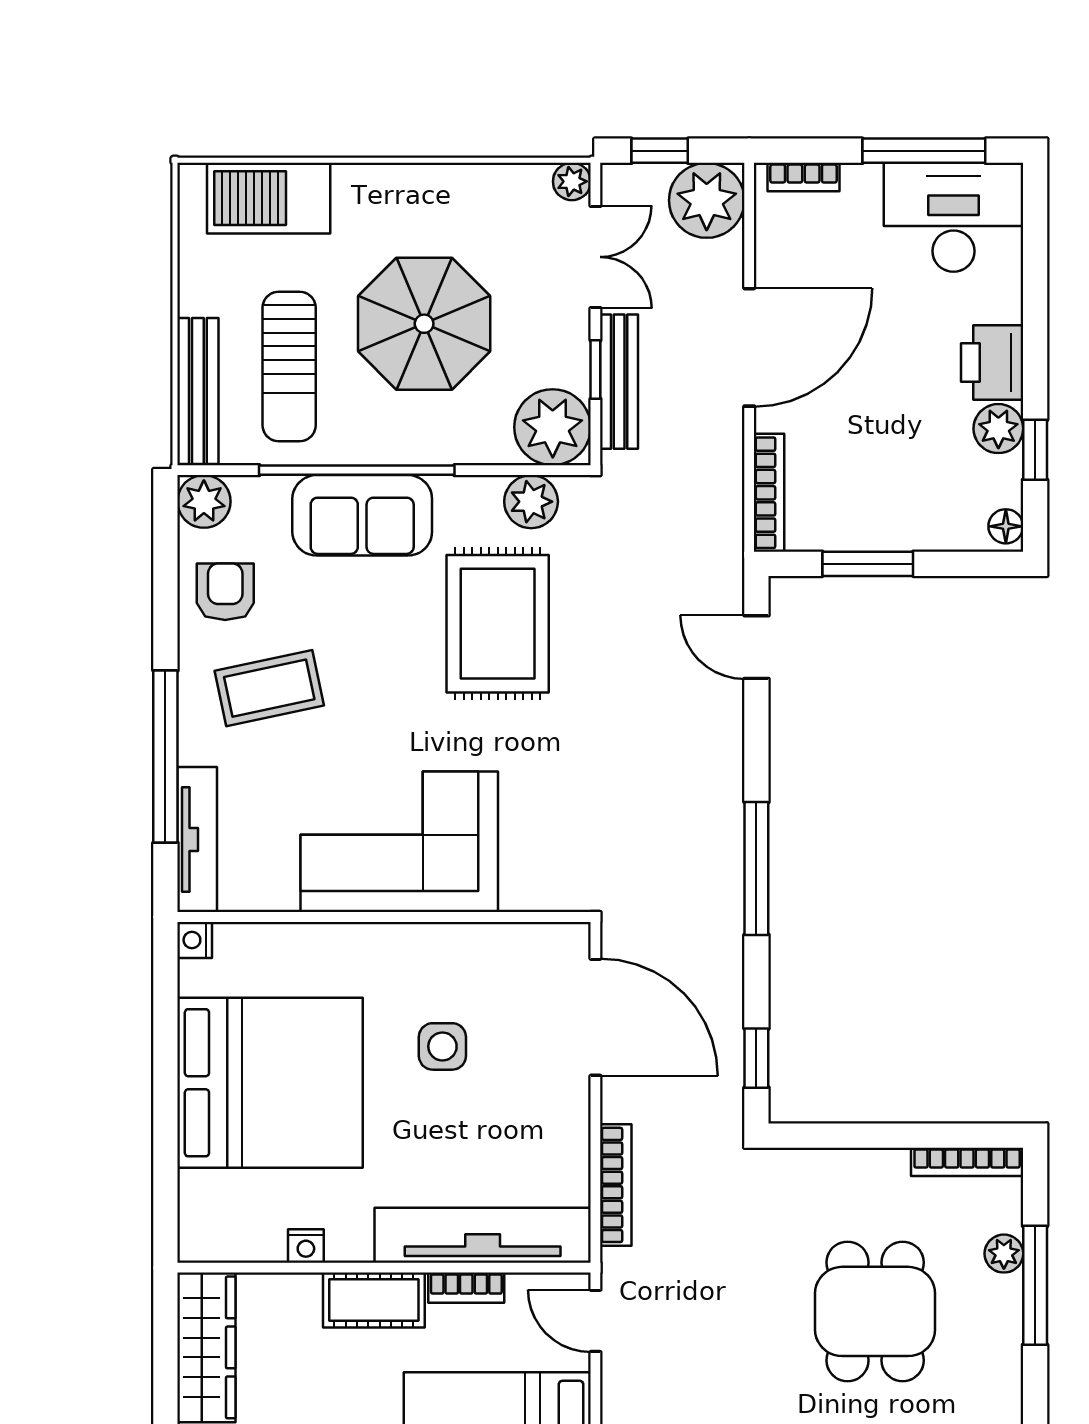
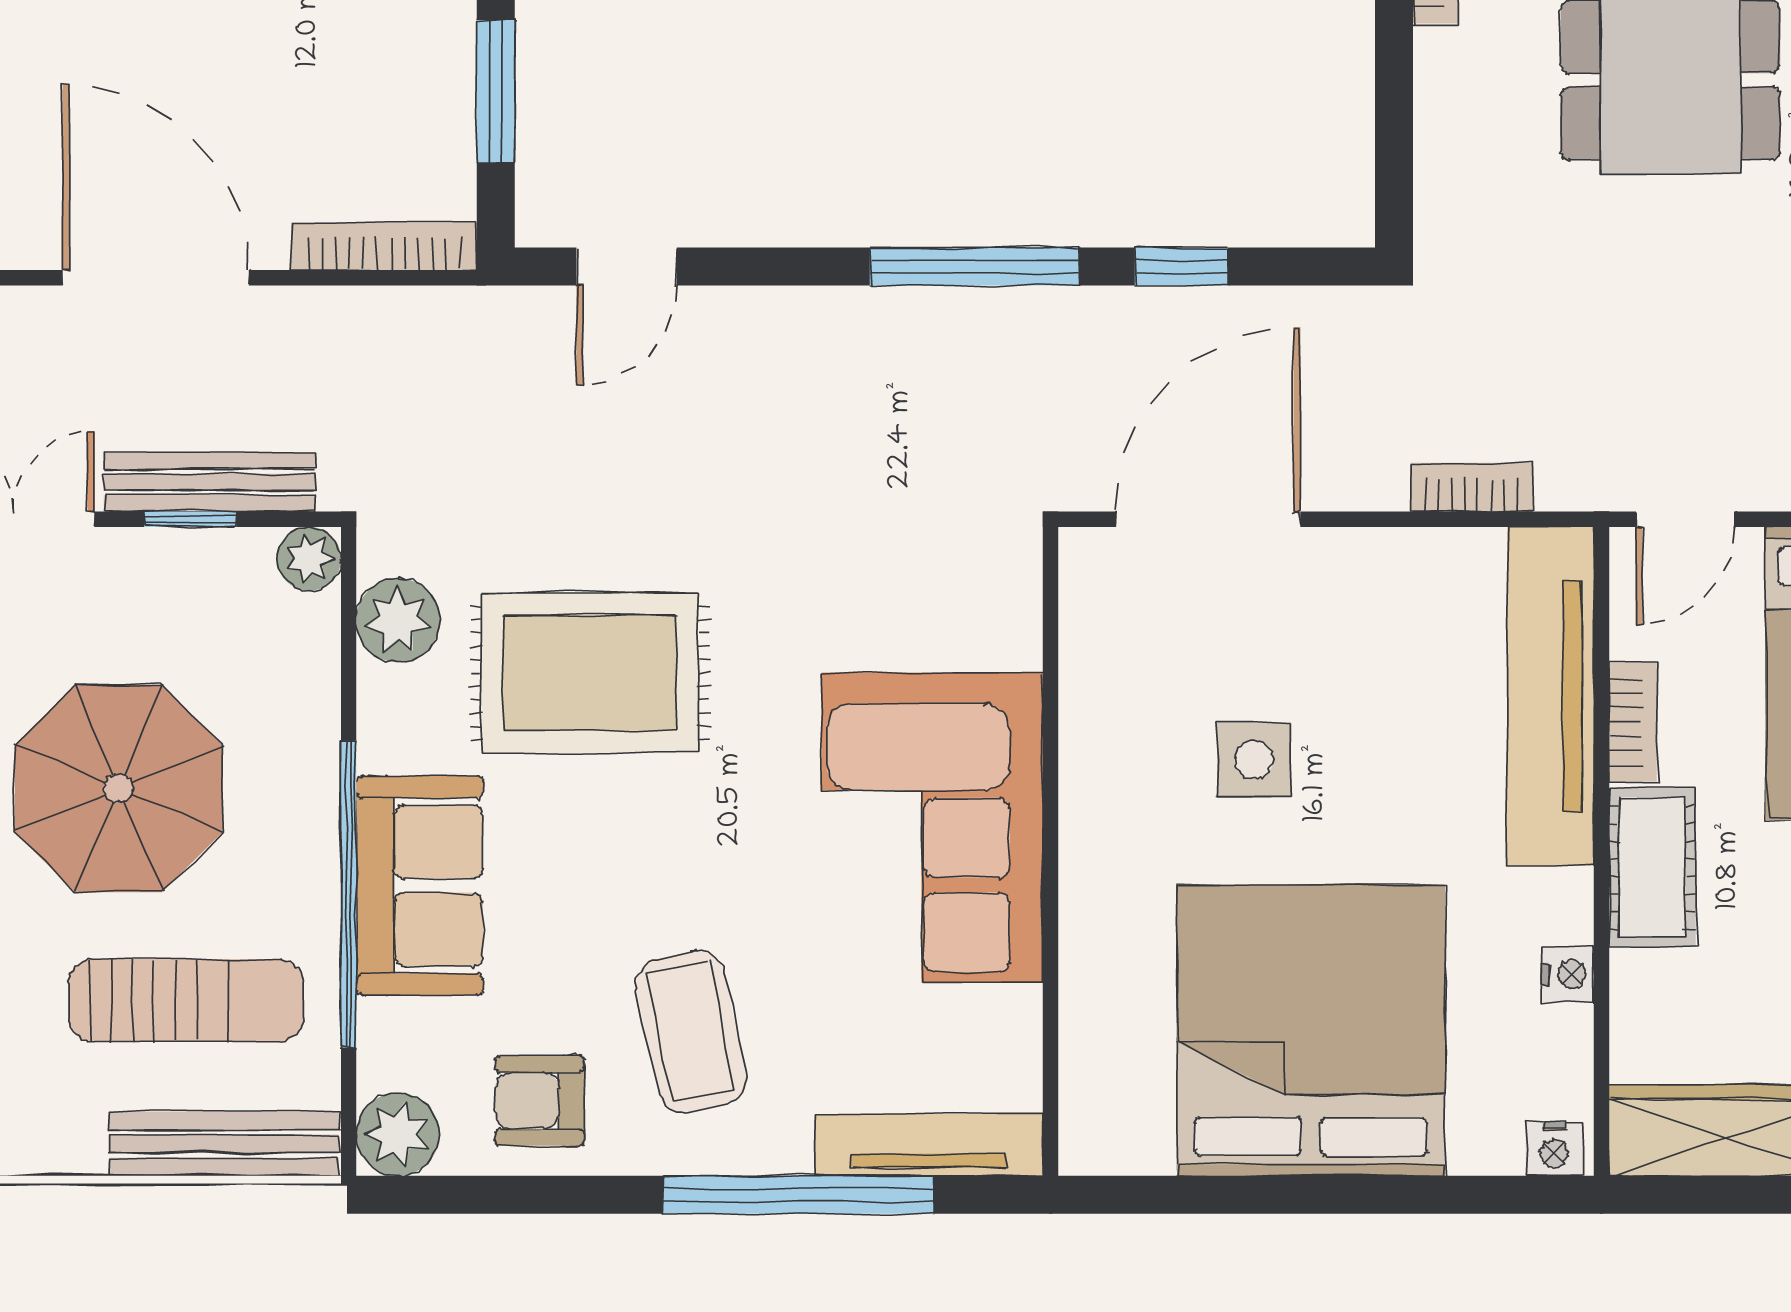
plant: (553, 427) -> (309, 559), width x0.53, depth x0.53
nightstand: (195, 940) -> (1554, 1149), moved
window: (756, 1058) -> (1181, 266), moved
bookcase: (616, 1185) -> (1472, 487), width x0.64

